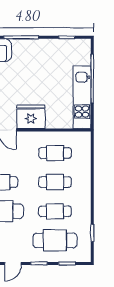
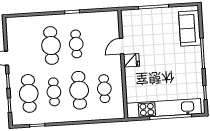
kitchen unit: (82, 97) -> (164, 108), width x1.36
fridge: (31, 117) -> (131, 60), width x0.53, depth x0.75
cafe table: (55, 182) -> (79, 90), width x1.37, depth x1.35

